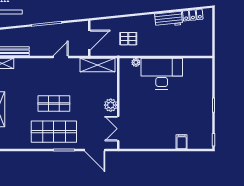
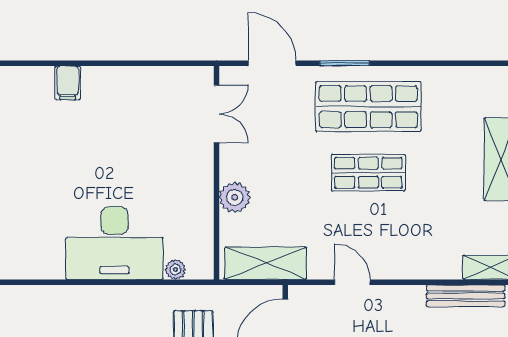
door: (61, 57) -> (352, 282), swing flipped
plant: (111, 105) -> (235, 197), moved

